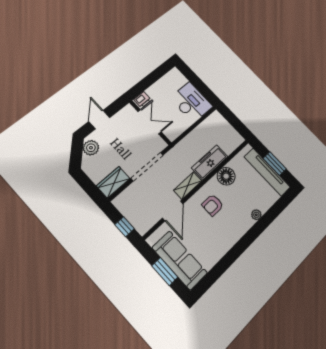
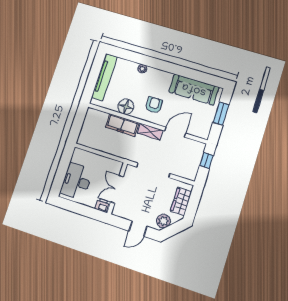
desk: (191, 102) -> (76, 181), moved
window: (275, 164) -> (94, 74), removed
wardrobe: (113, 182) -> (181, 201), moved, turned 90
armchair: (213, 205) -> (154, 105), turned -90
sofa: (180, 260) -> (194, 89), moved, turned -90

